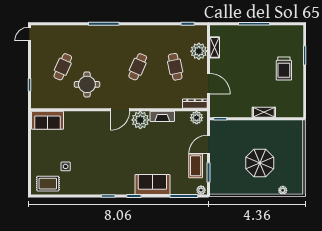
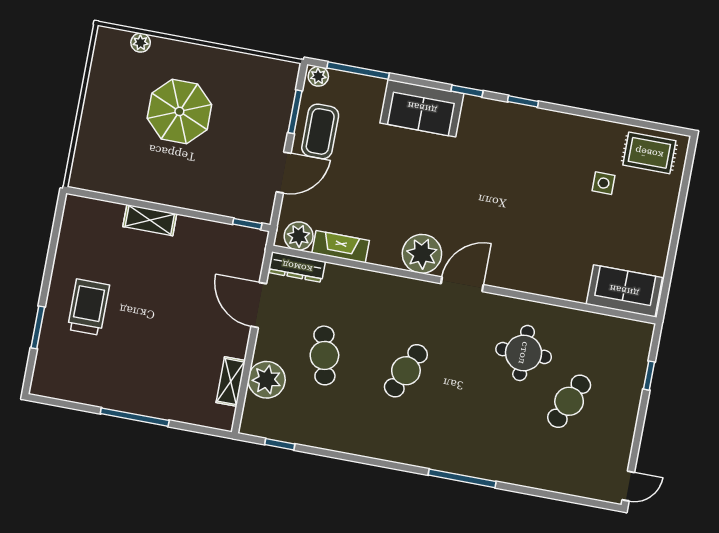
fireplace: (162, 116) -> (341, 247), moved

